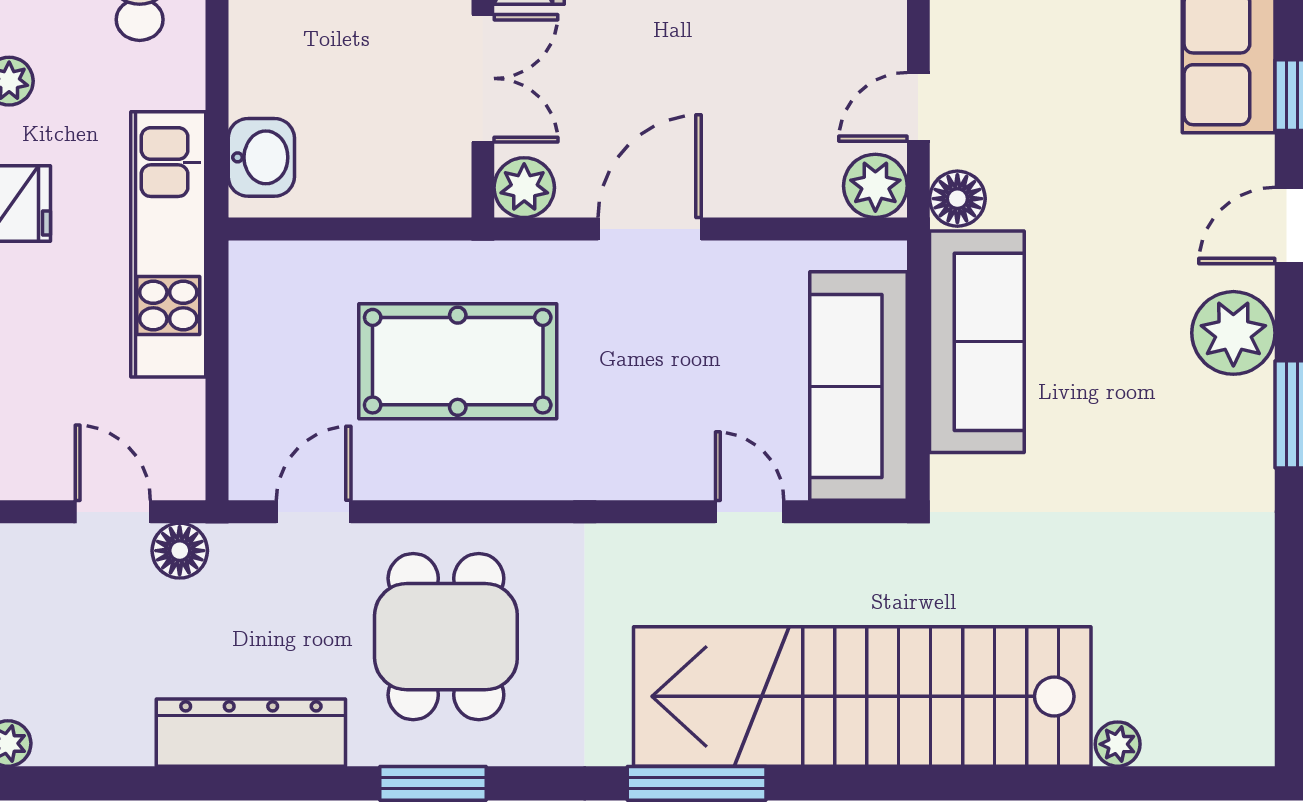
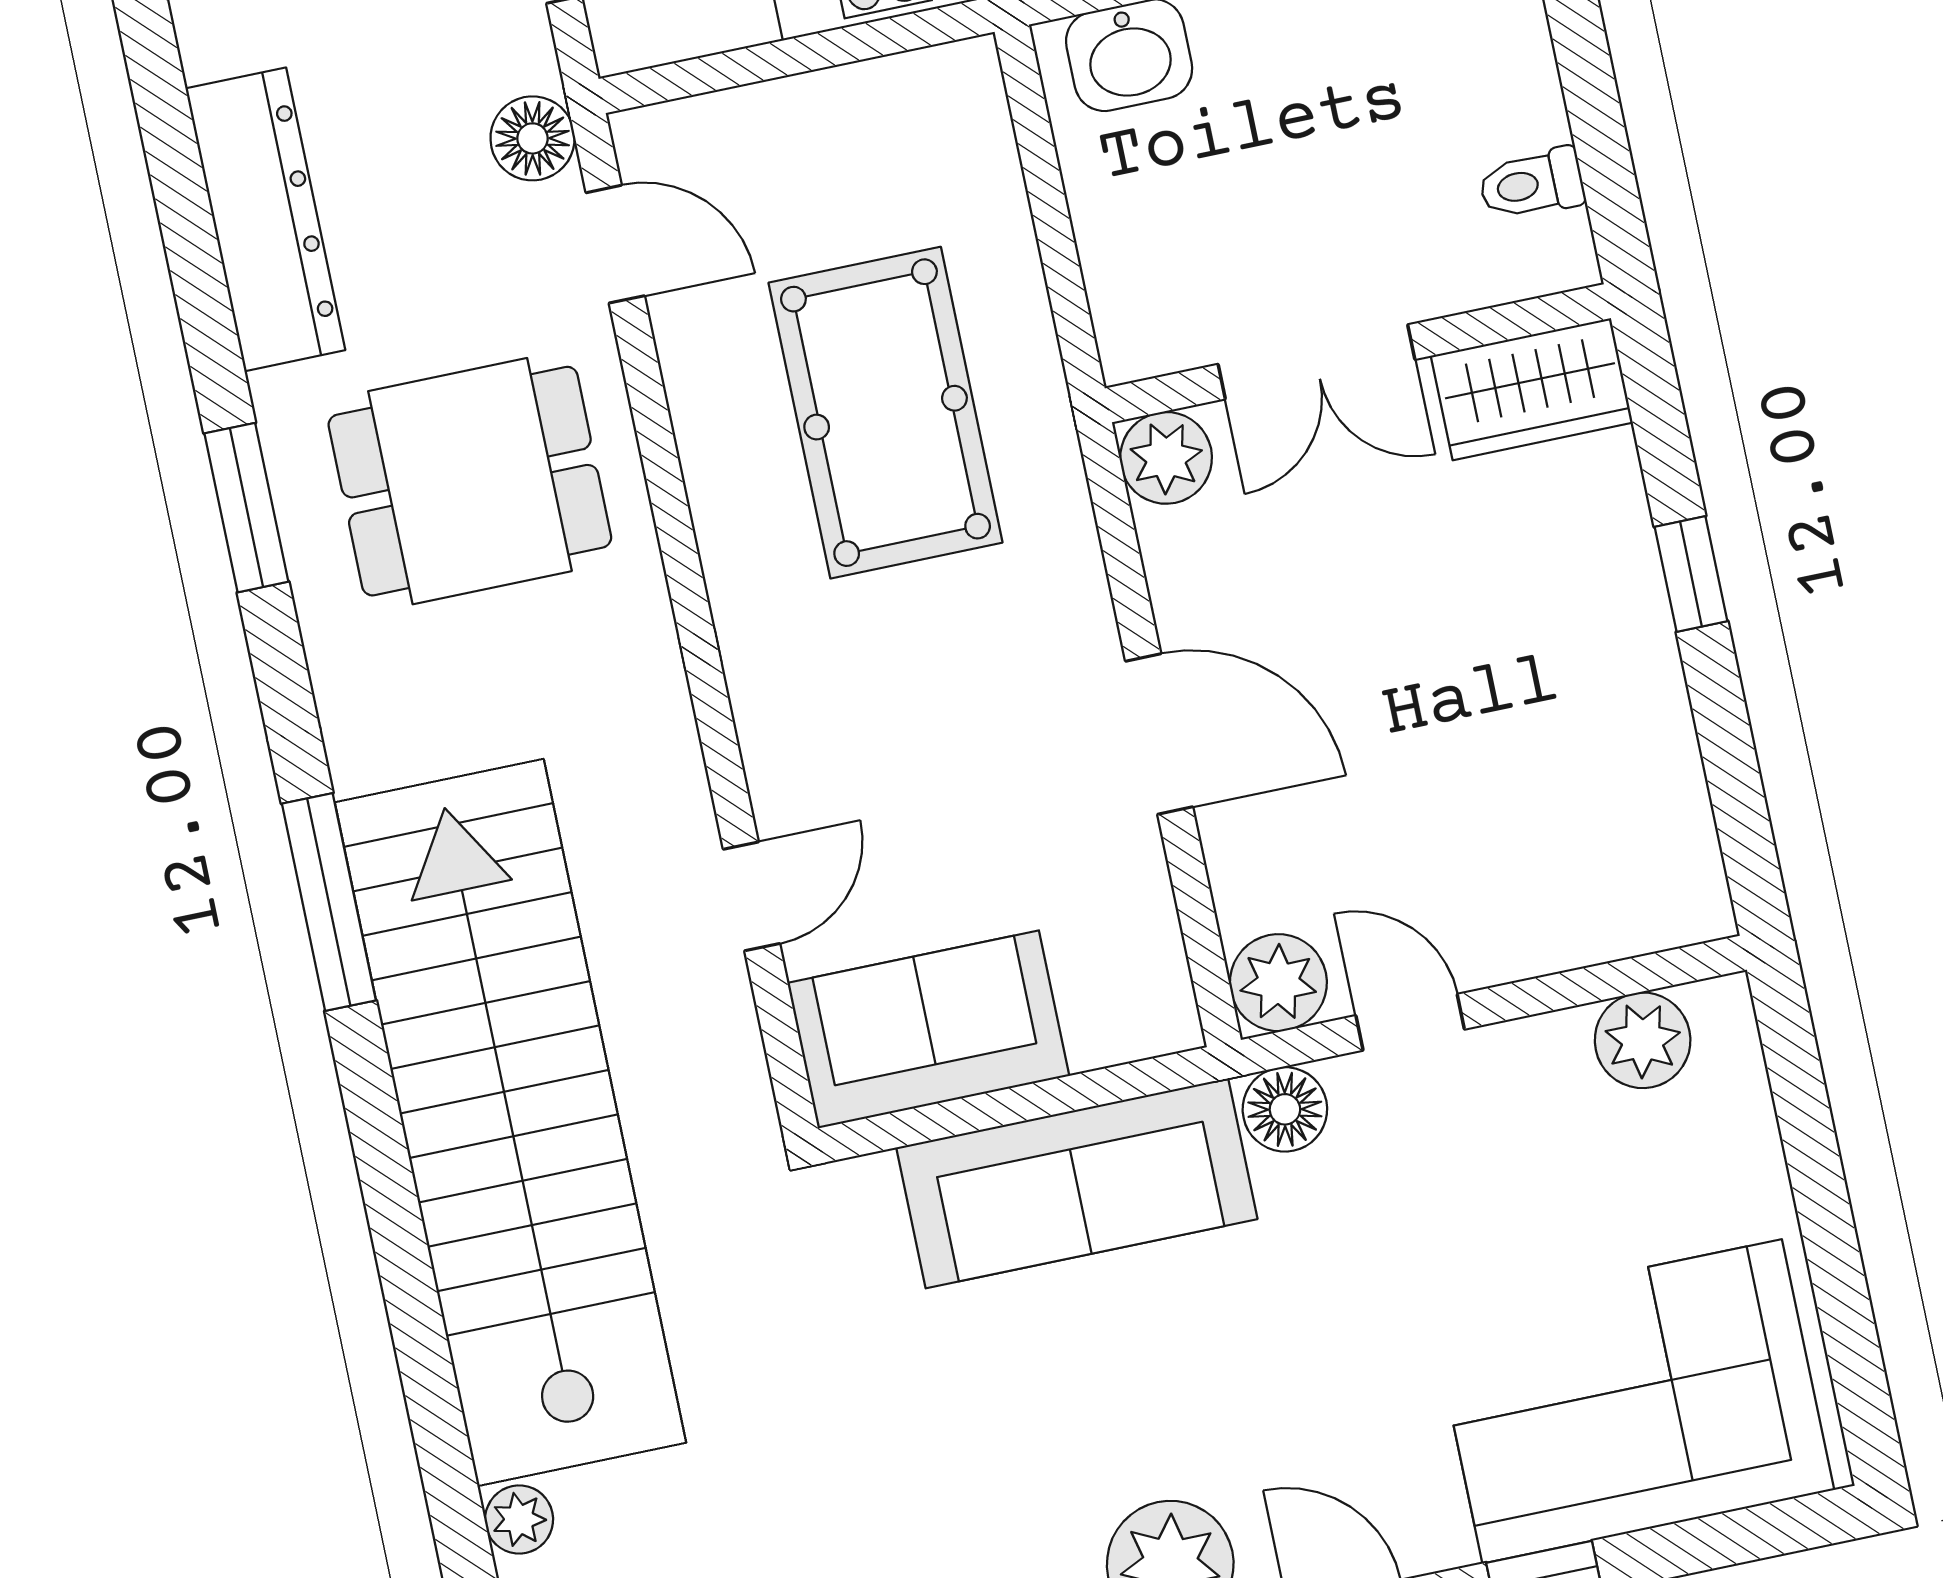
door: (650, 229) -> (1159, 734), moved
sofa: (858, 386) -> (928, 1029), width x0.73
floor lamp: (180, 551) -> (533, 138), moved

